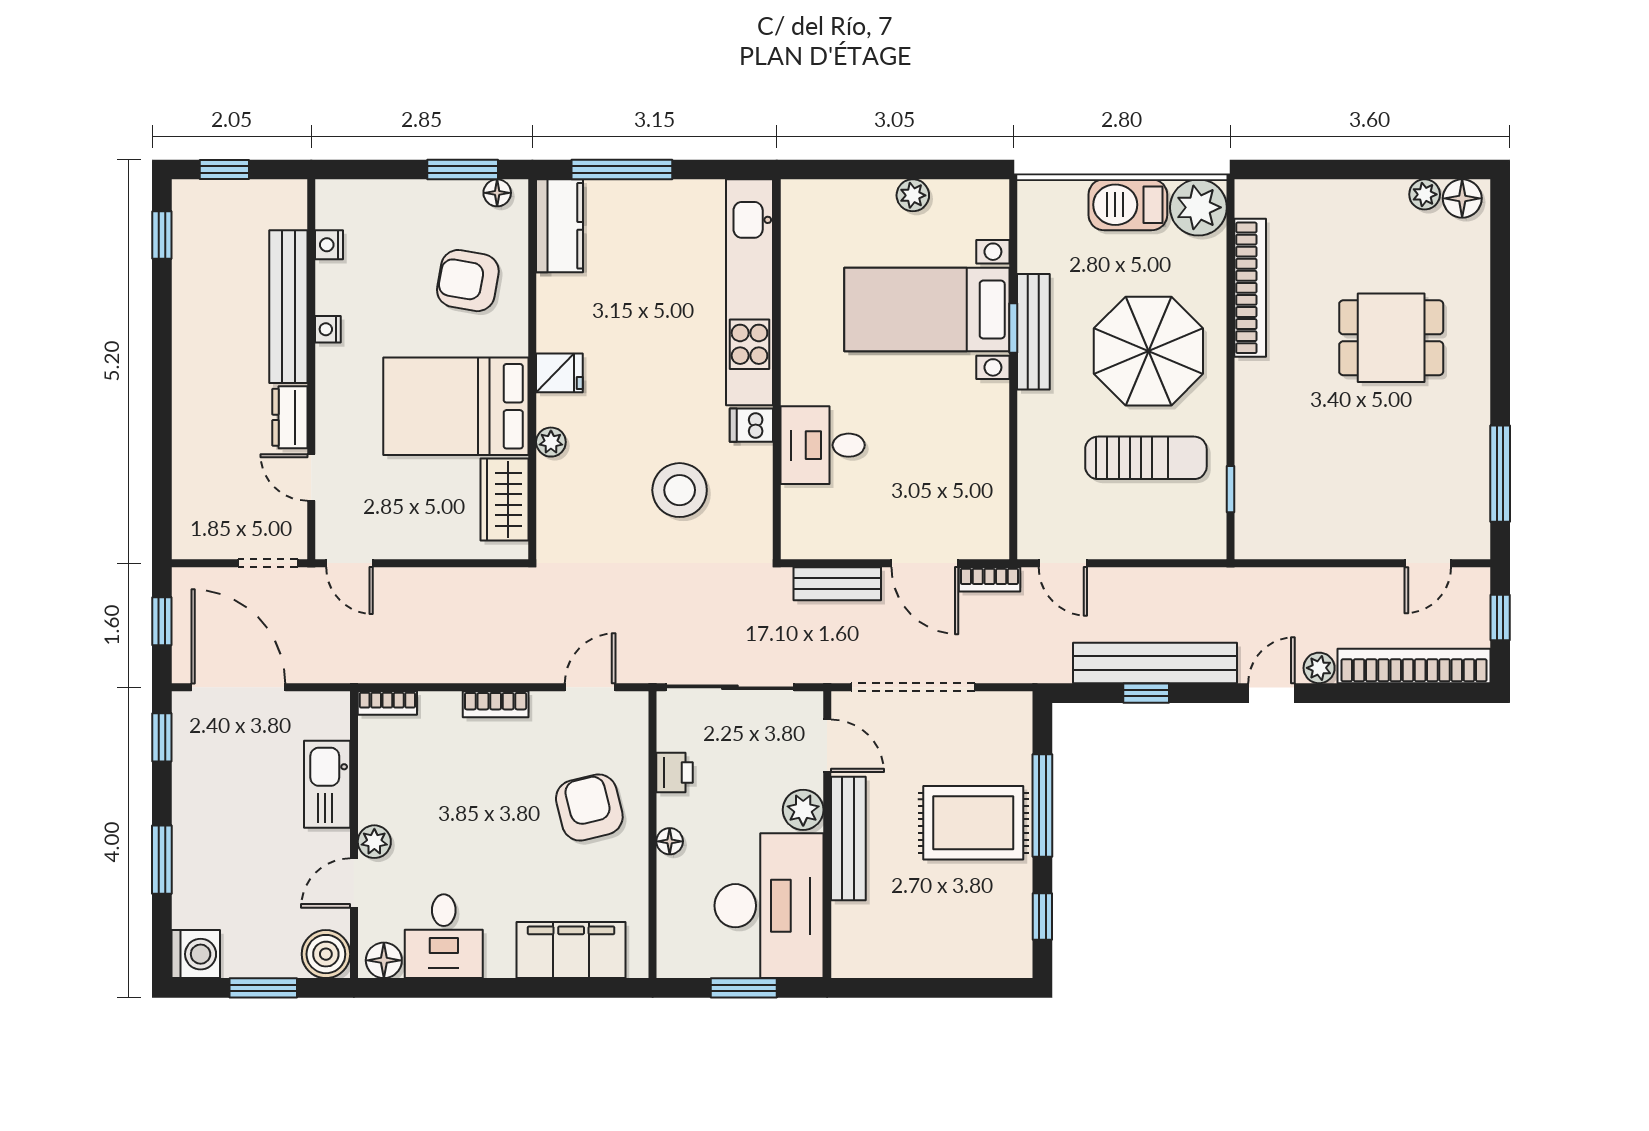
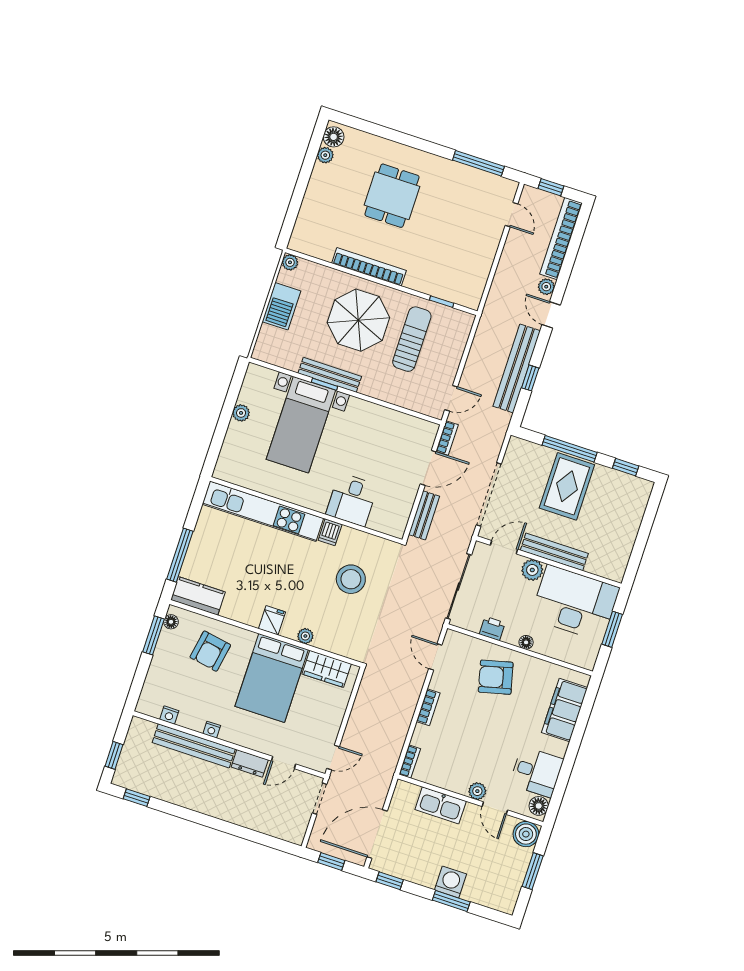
plant: (1198, 207) -> (290, 262), width x0.53, depth x0.53
bookcase: (1250, 288) -> (369, 267), moved
washing machine: (196, 954) -> (451, 882), moved

